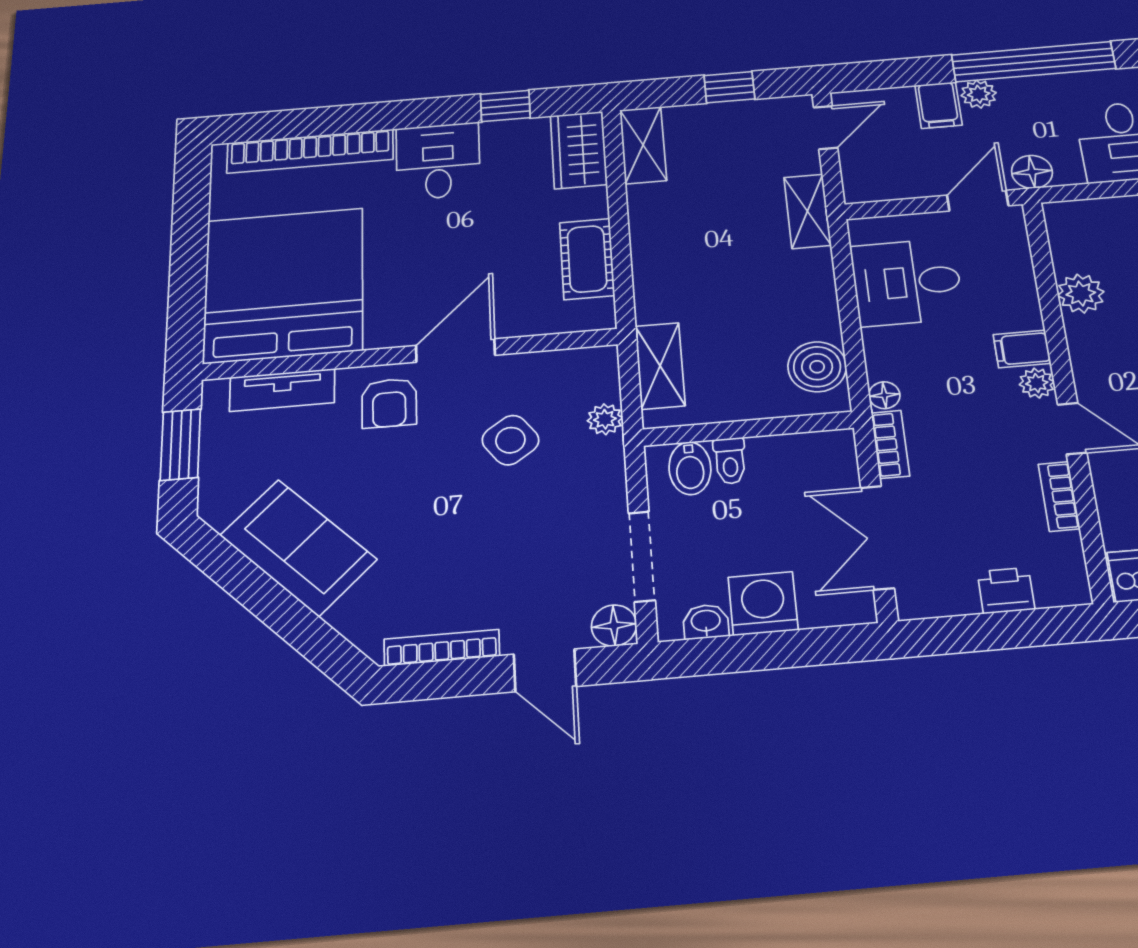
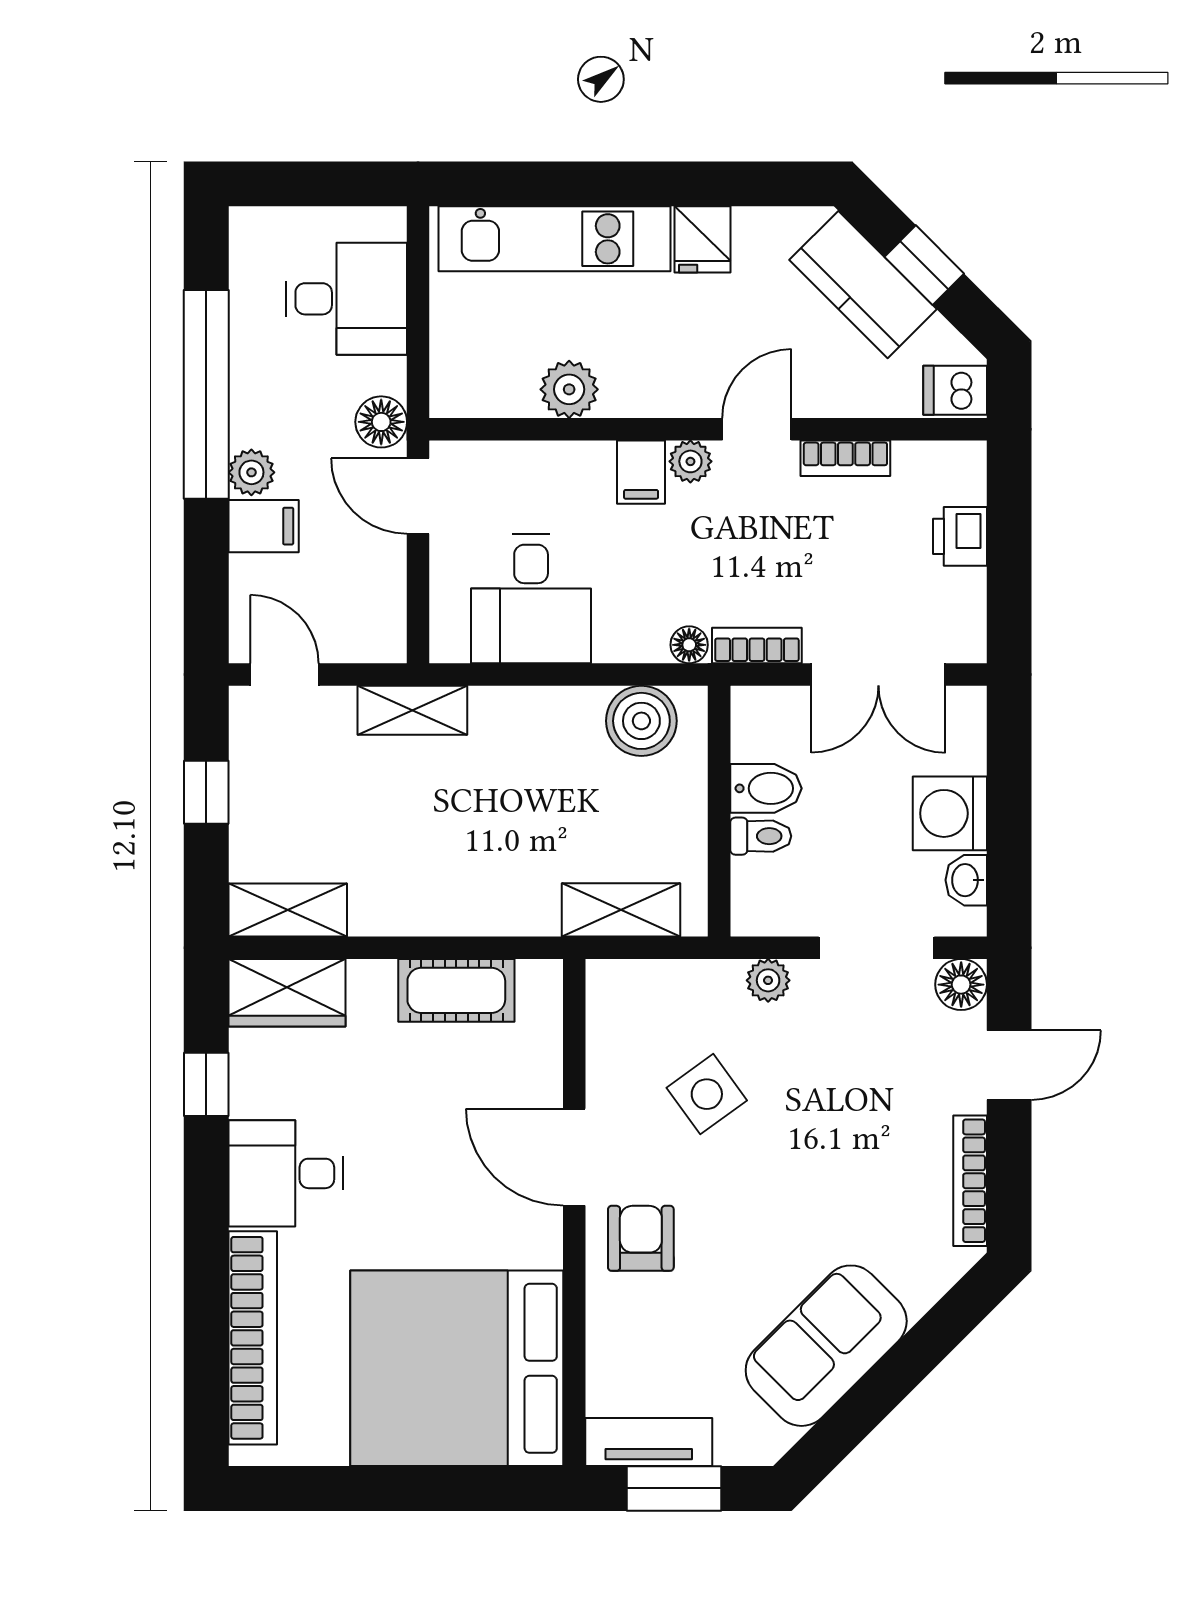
tv unit: (282, 390) -> (649, 1442), moved, turned -90
armchair: (389, 403) -> (641, 1238), turned -90
plant: (605, 419) -> (768, 980), moved
bidet: (690, 468) -> (766, 788), moved

